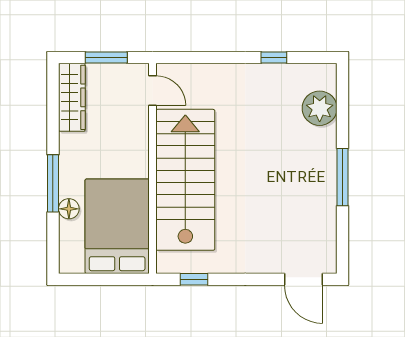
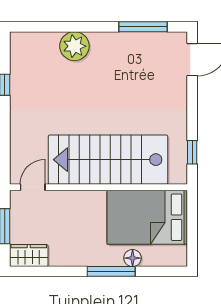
wardrobe: (72, 97) -> (29, 256), width x0.67
plant: (320, 108) -> (74, 46), moved
window: (343, 177) -> (143, 27), moved

